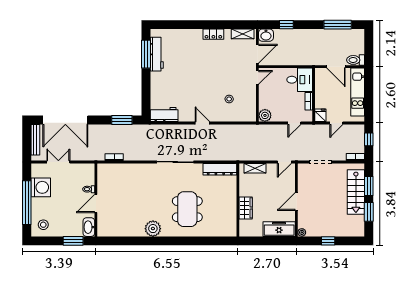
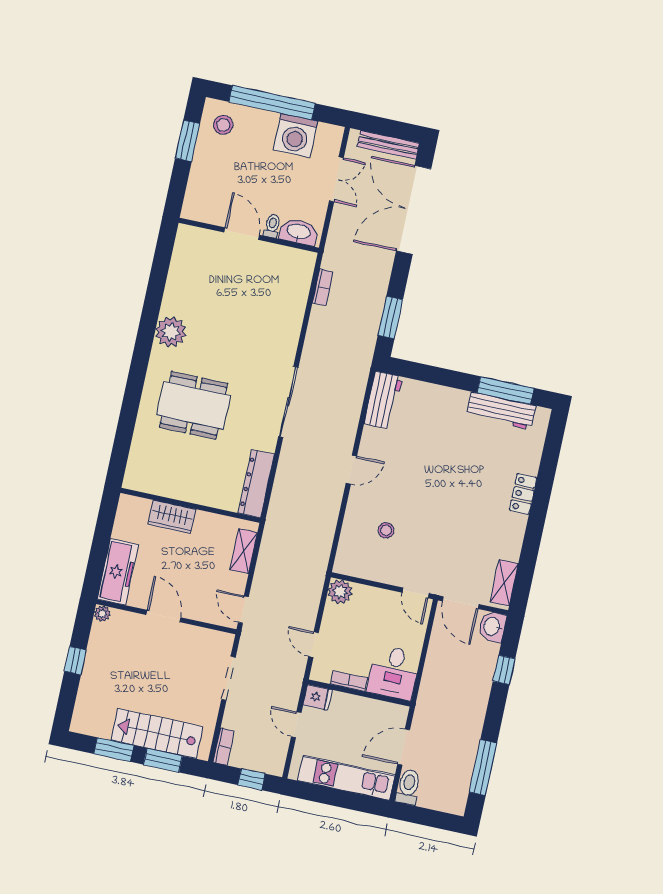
locker: (213, 34) -> (523, 494), moved
washbasin: (89, 227) -> (299, 232), moved
window: (73, 241) -> (188, 141), moved

